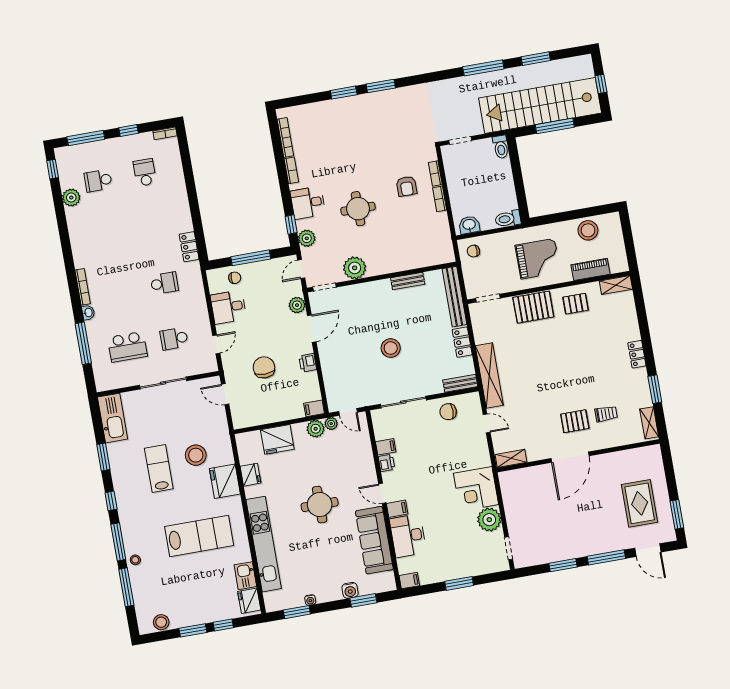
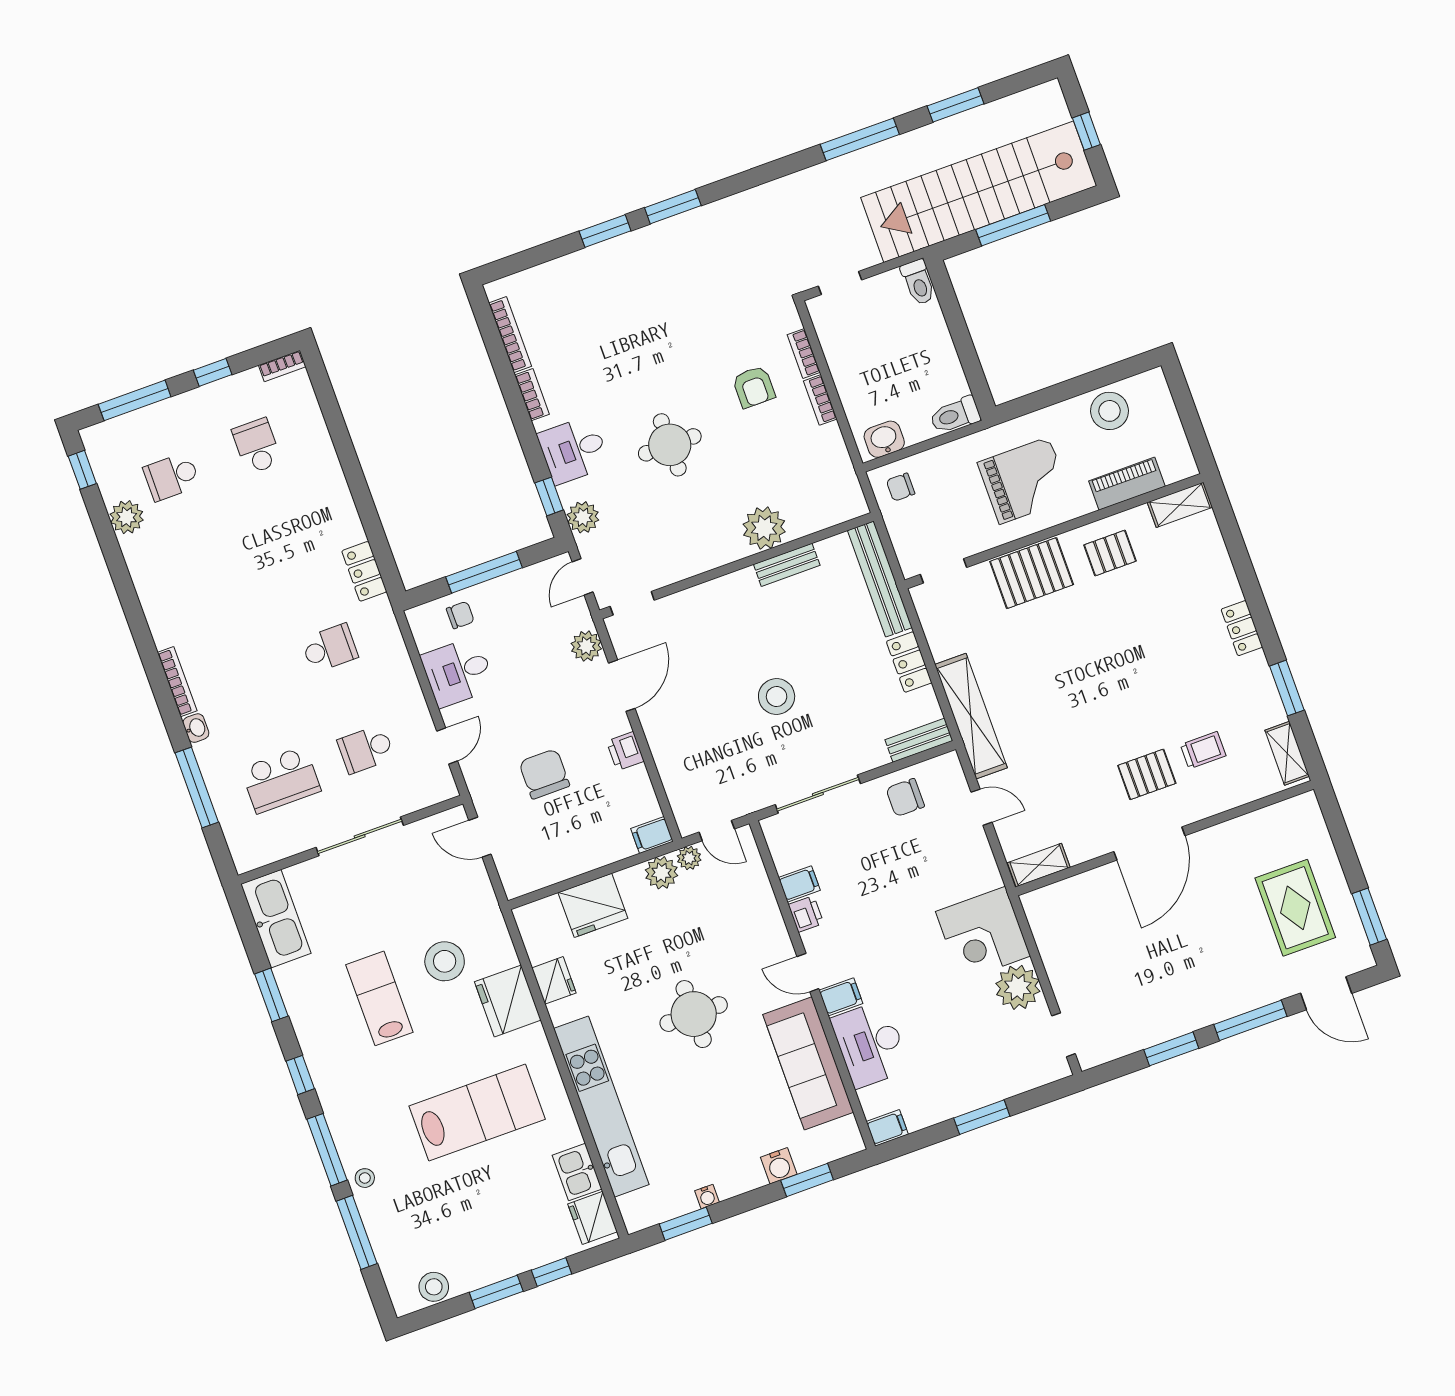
plant: (355, 268) -> (764, 528), moved

